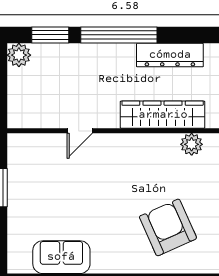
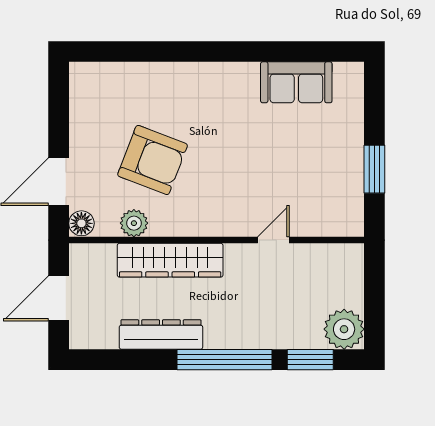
plant: (19, 55) -> (344, 329), width x1.36, depth x1.36
armchair: (168, 227) -> (153, 160), moved, turned -45

